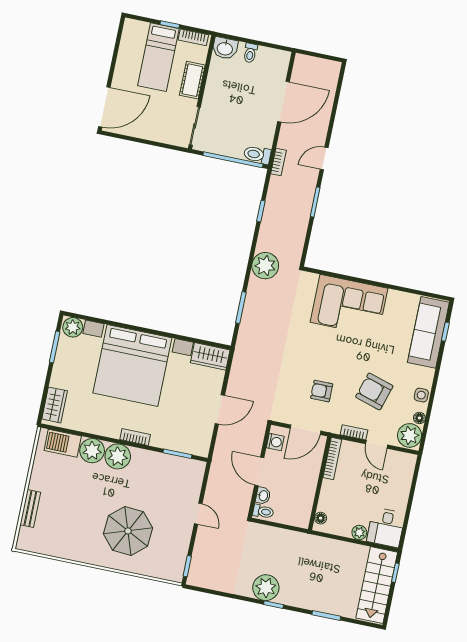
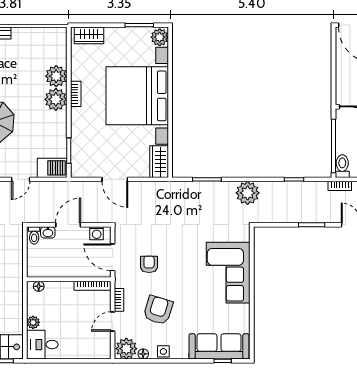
bookcase: (135, 437) -> (76, 94), moved
barbecue: (63, 443) -> (52, 168), moved, turned 90

